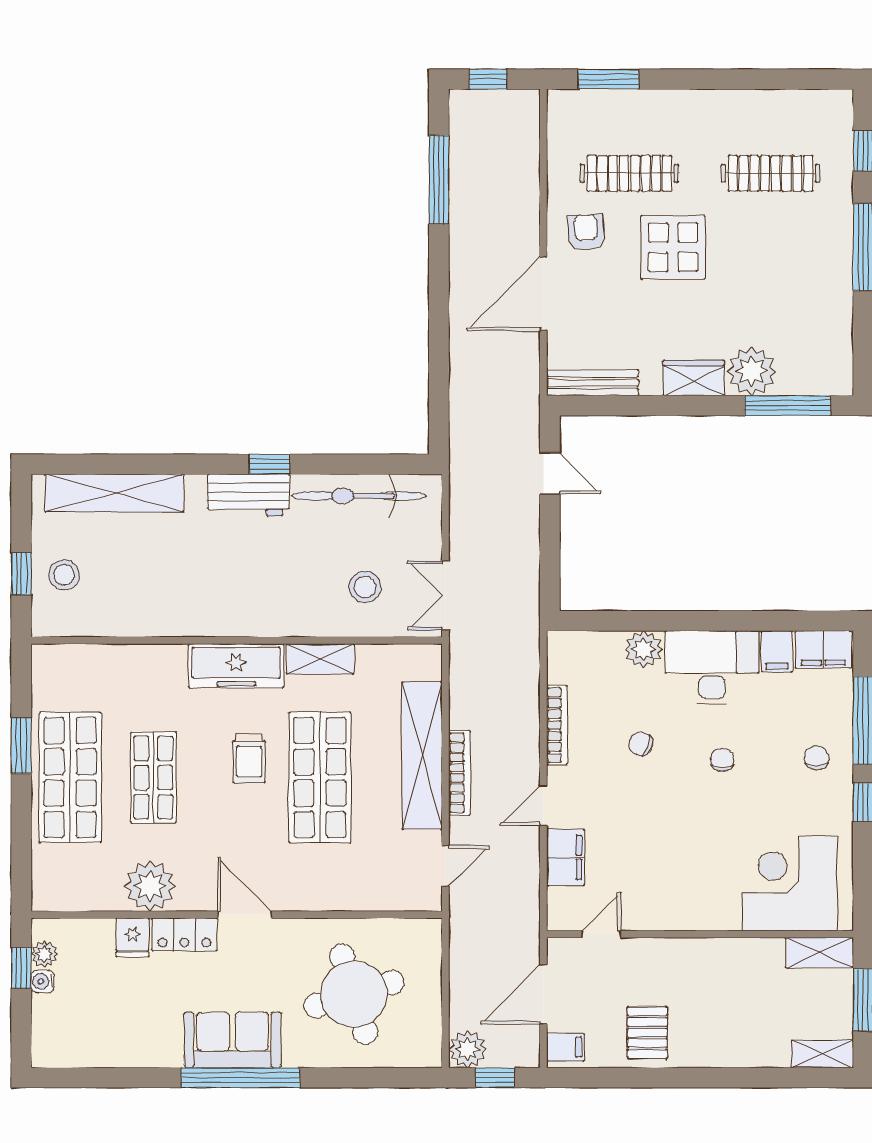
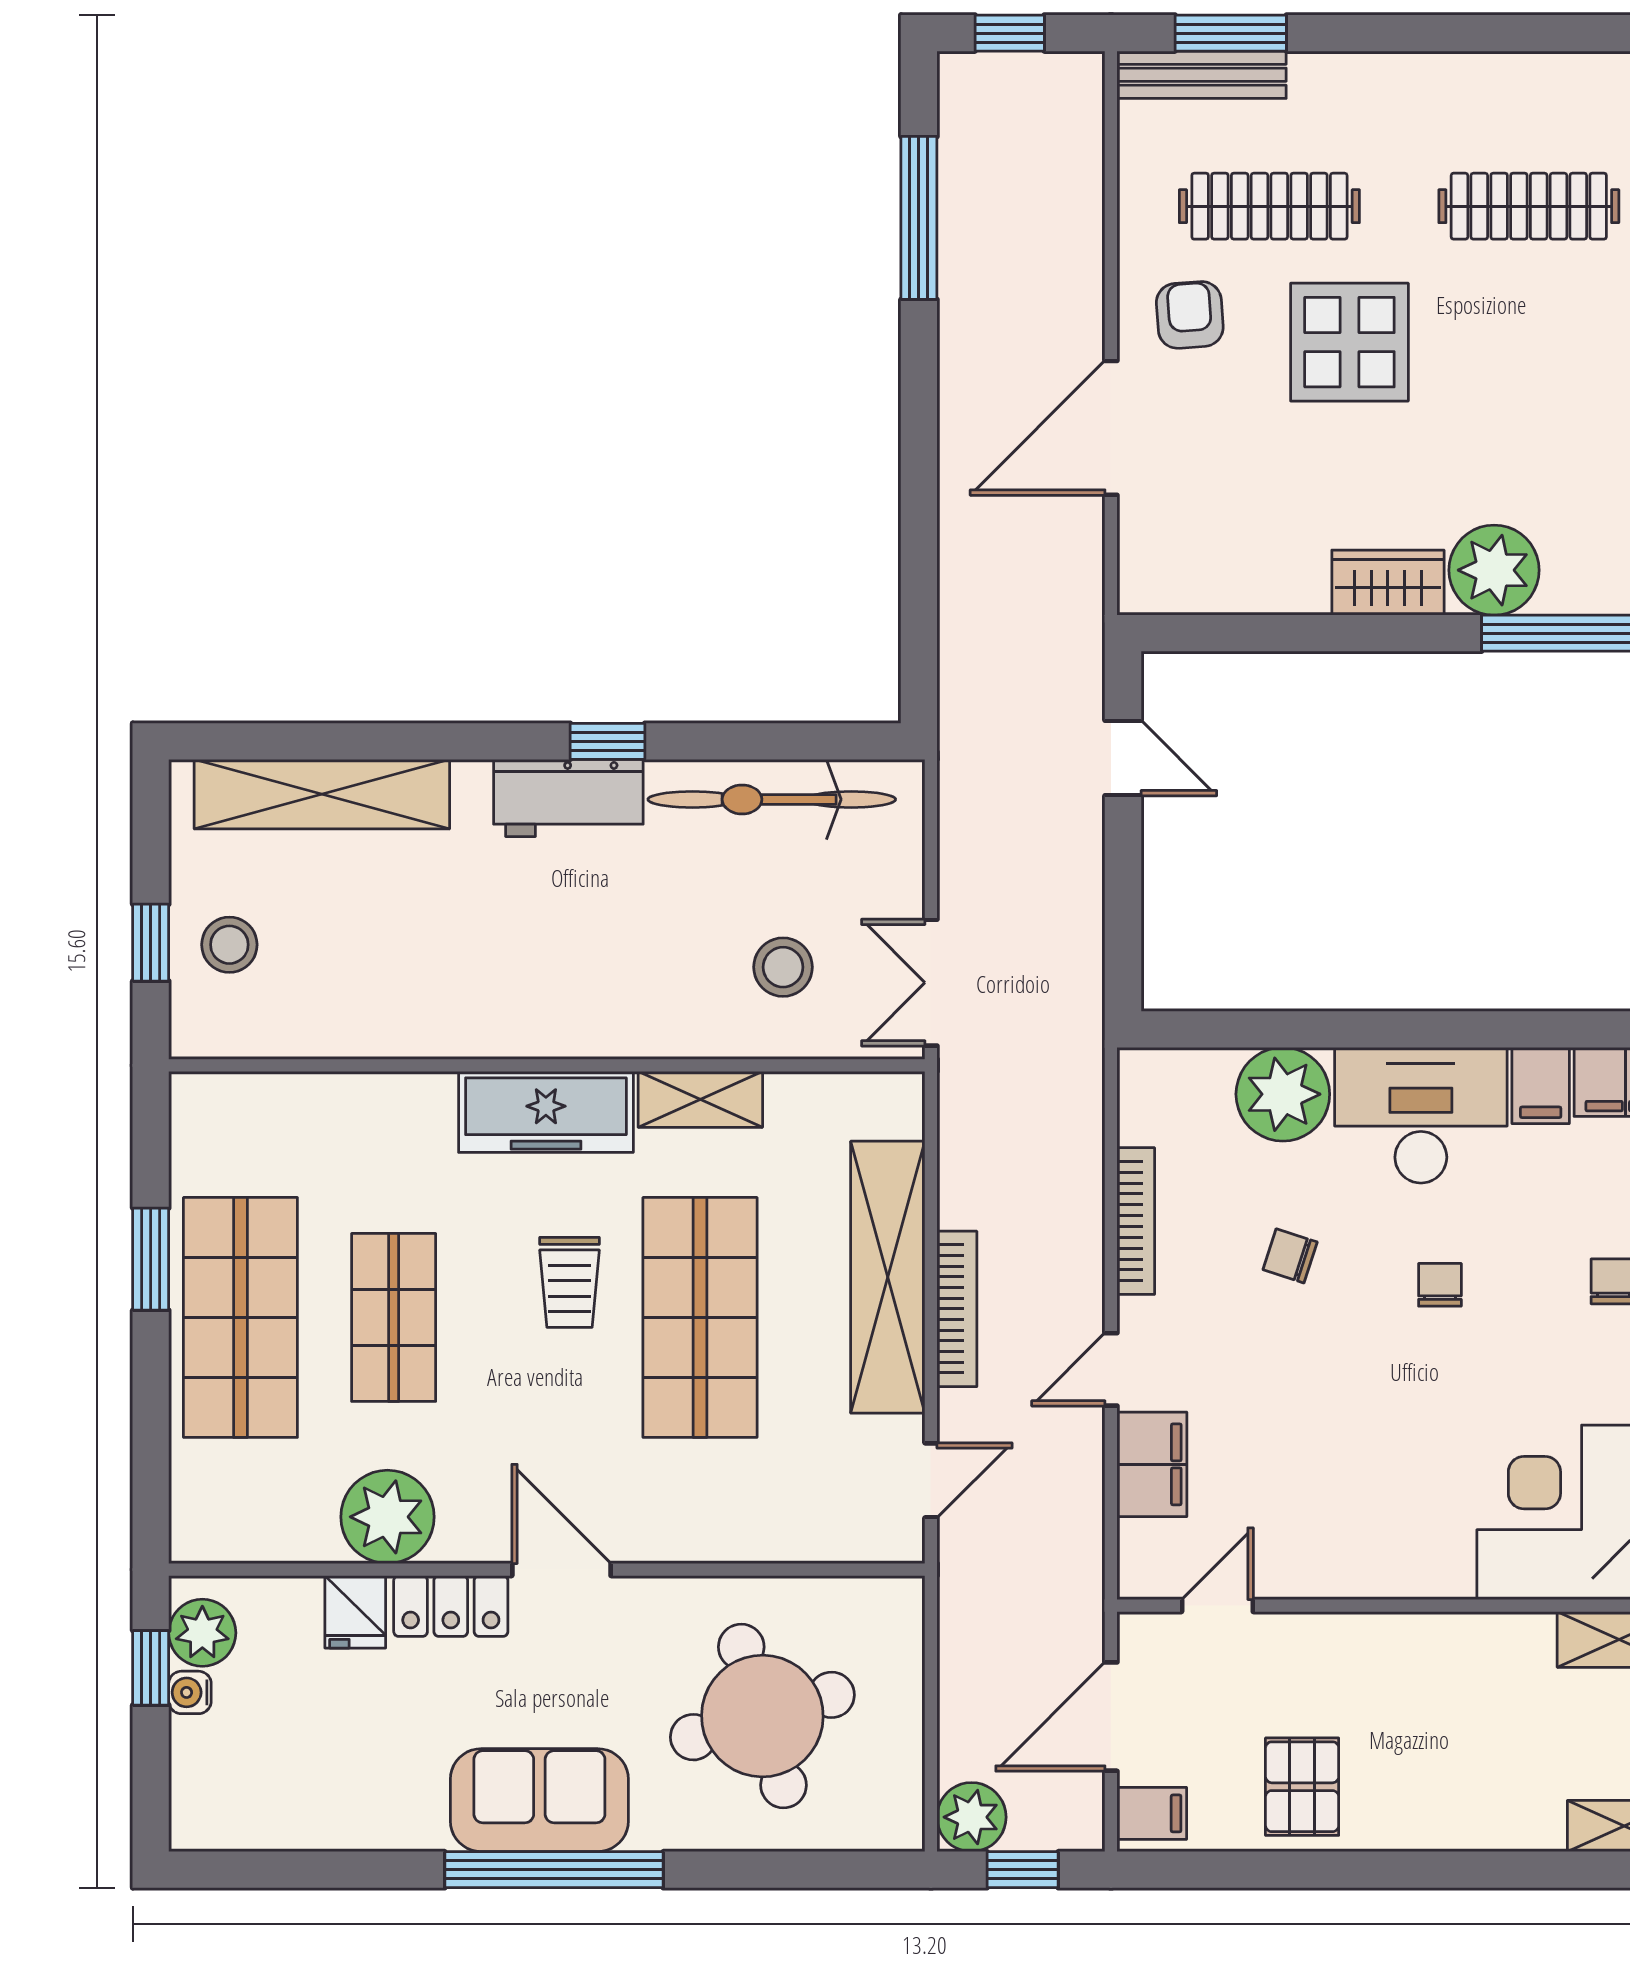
bench: (593, 383) -> (1202, 75), moved
plant: (644, 649) -> (1283, 1094), width x1.36, depth x1.36
plant: (44, 954) -> (202, 1633), width x1.38, depth x1.38

